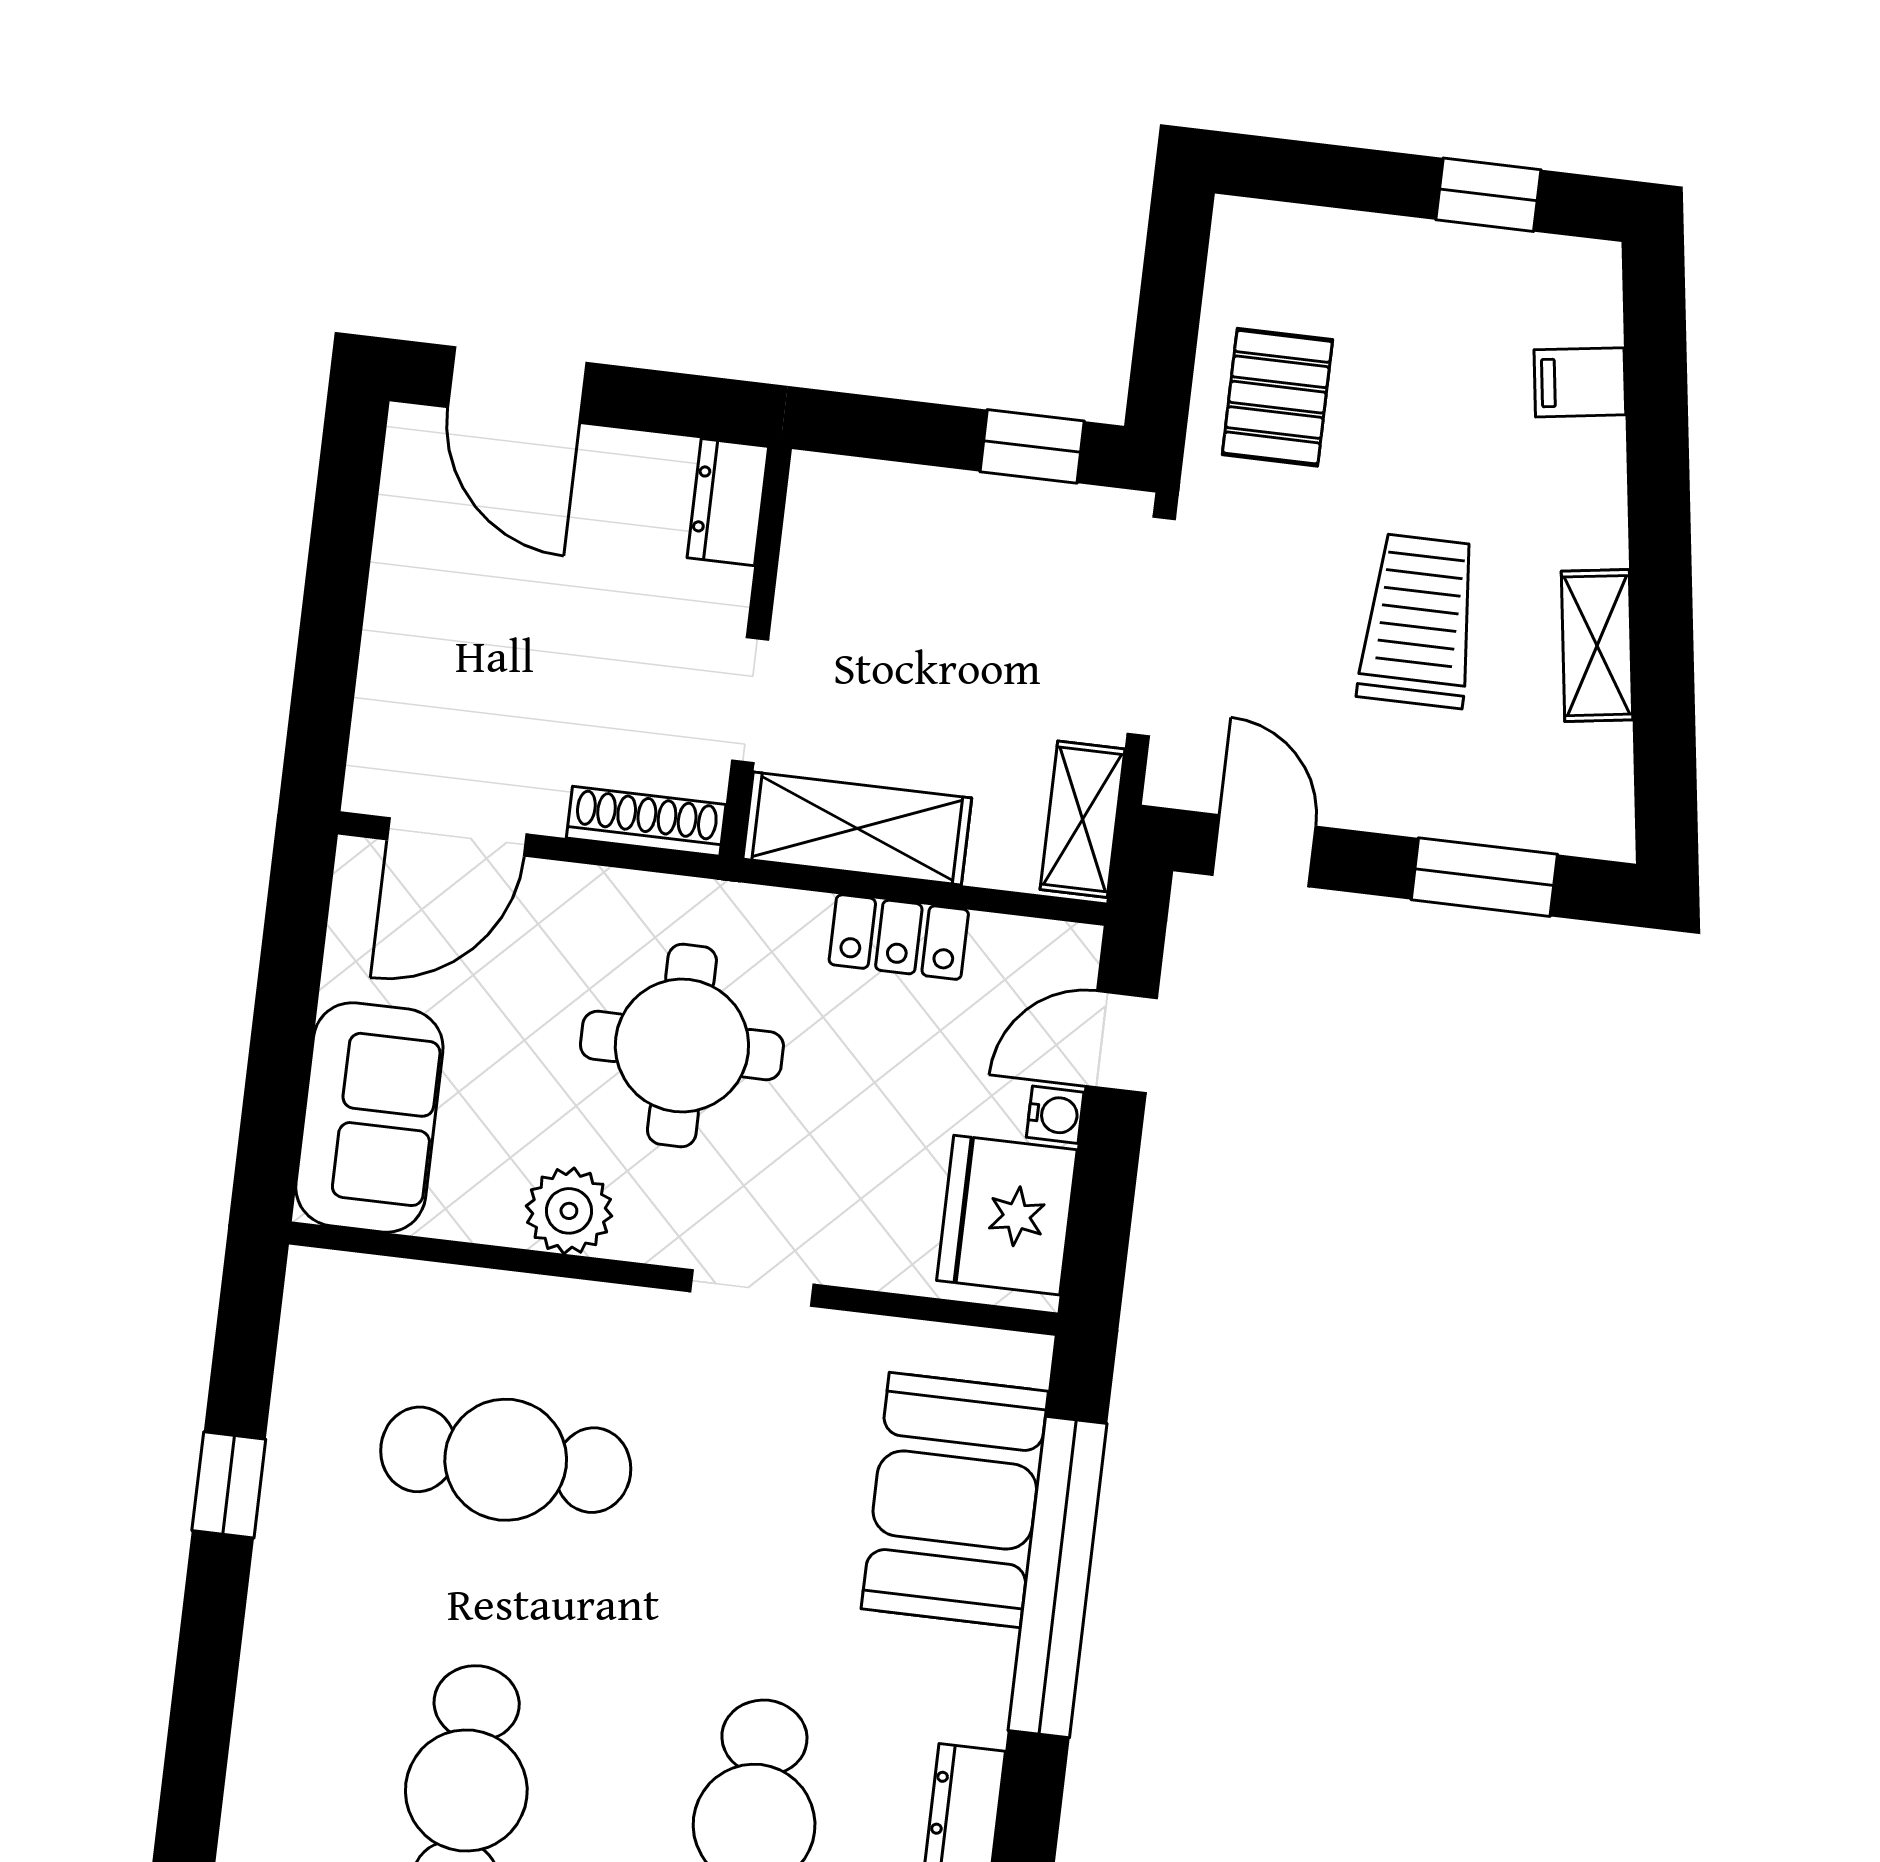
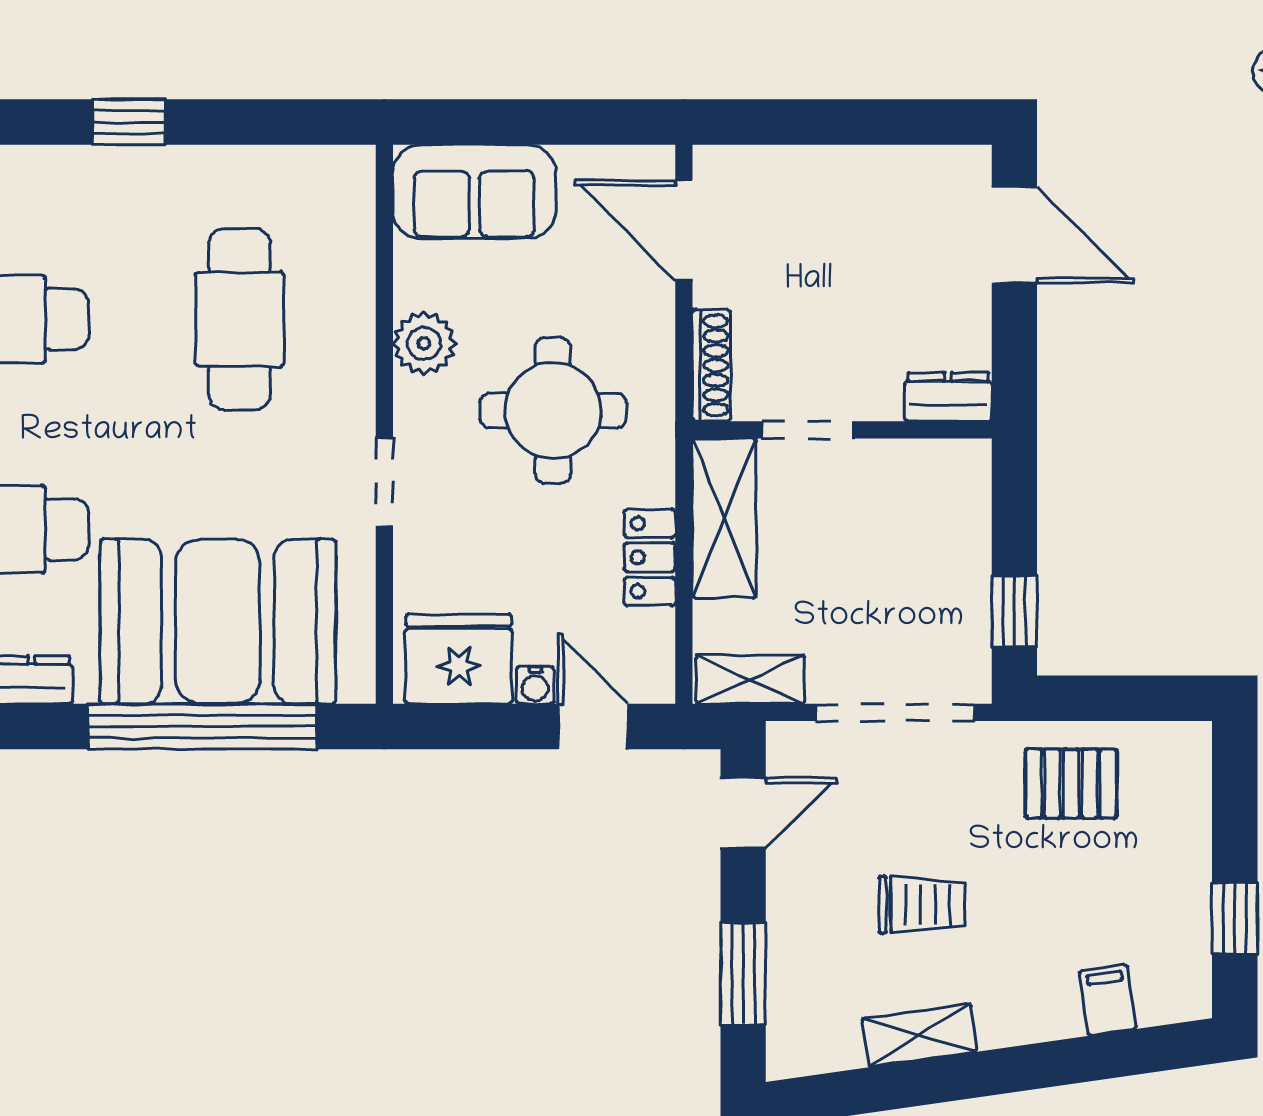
door: (517, 385) -> (1014, 235), swing flipped
trolley: (1419, 621) -> (922, 905), width x0.73, depth x0.72
window: (229, 1485) -> (129, 122), moved
booth: (955, 1500) -> (218, 621), width x1.36, depth x1.42

